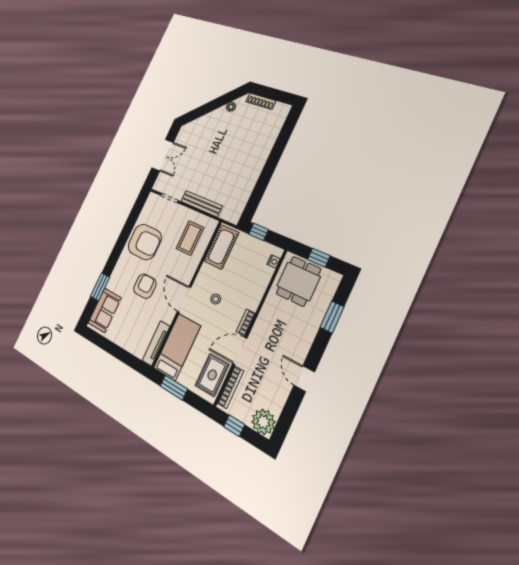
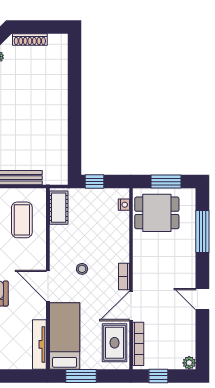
cot: (221, 247) -> (59, 208), width x0.73, depth x0.75
window: (319, 258) -> (166, 182), width x1.50
dining table: (298, 281) -> (157, 213), turned 90
window: (332, 317) -> (202, 232), width x1.44
plant: (263, 422) -> (189, 363), width x0.53, depth x0.53

